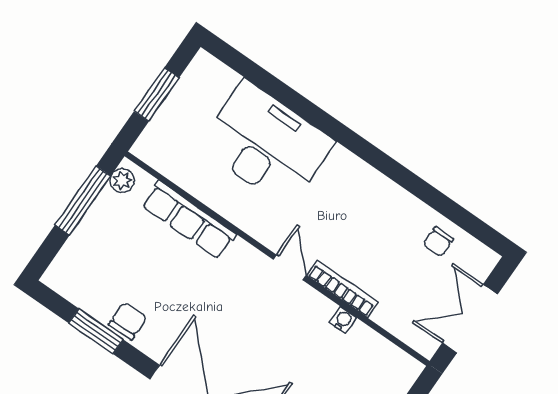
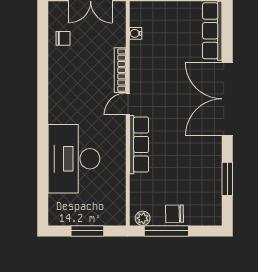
row of seats: (189, 220) -> (139, 145), moved
water cooler: (343, 320) -> (136, 33), moved
chair: (128, 321) -> (175, 214), moved

